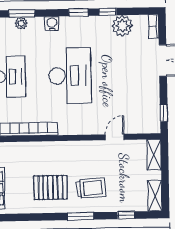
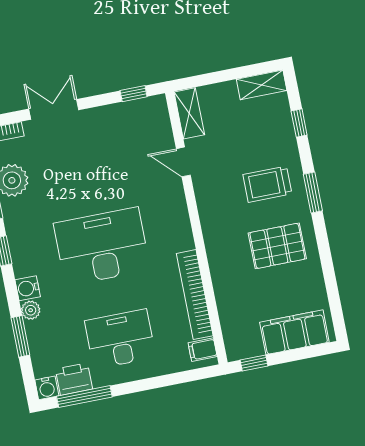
plant: (21, 23) -> (31, 310), moved
shelving: (154, 155) -> (189, 113), moved, turned 90
pallet: (50, 187) -> (277, 246), turned 90
trolley: (91, 188) -> (267, 184), turned -86

